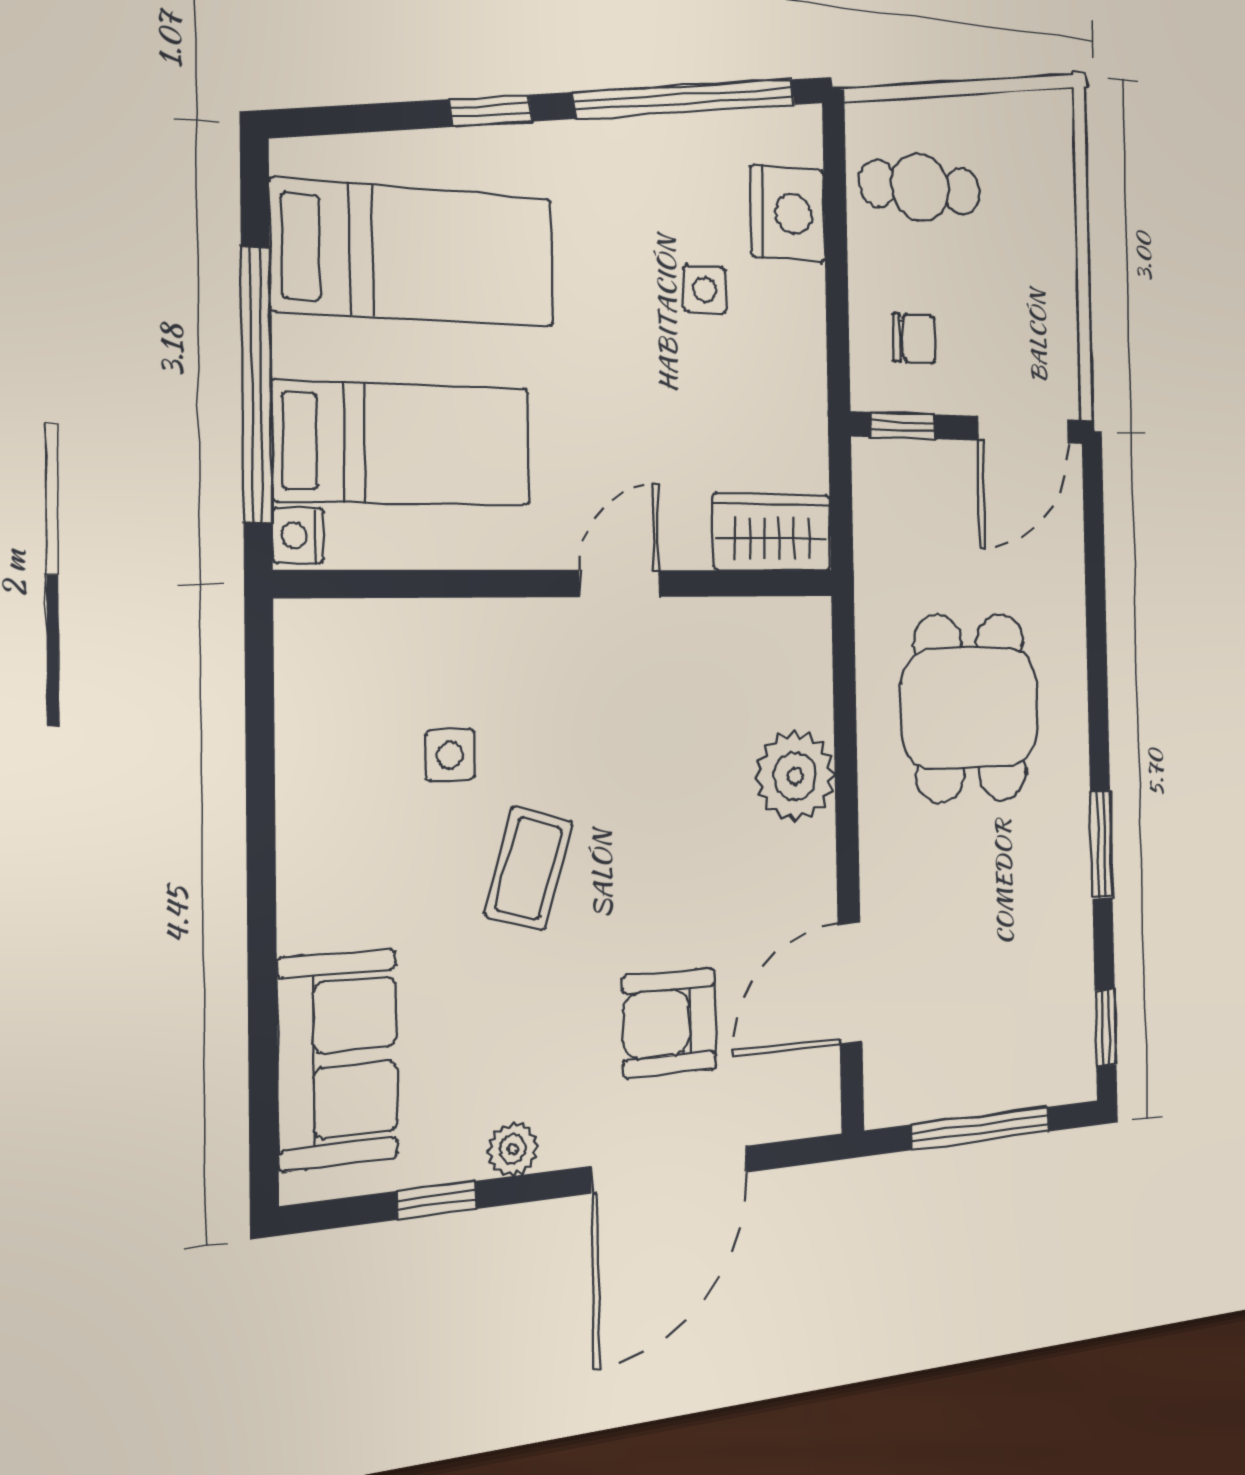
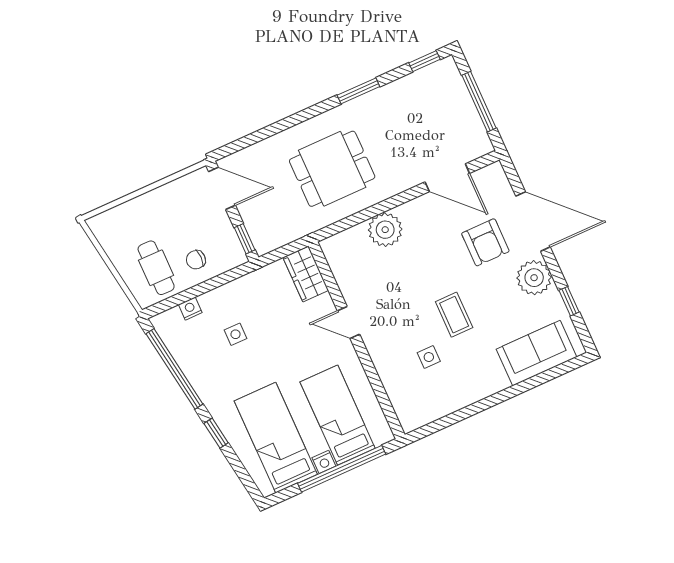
nightstand: (788, 213) -> (190, 309), width x0.53, depth x0.56
chair: (914, 339) -> (196, 260), moved, turned -90
nightstand: (298, 535) -> (324, 462), moved
coffee table: (529, 868) -> (454, 315), turned 73
plant: (513, 1149) -> (534, 278), width x1.88, depth x1.88

